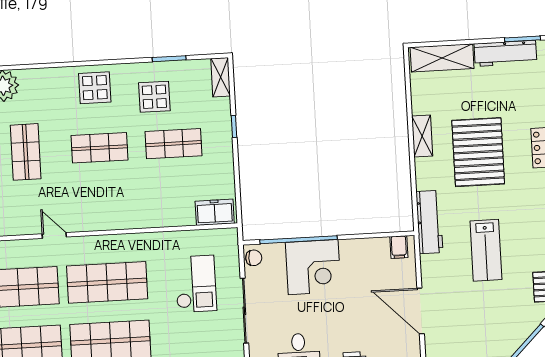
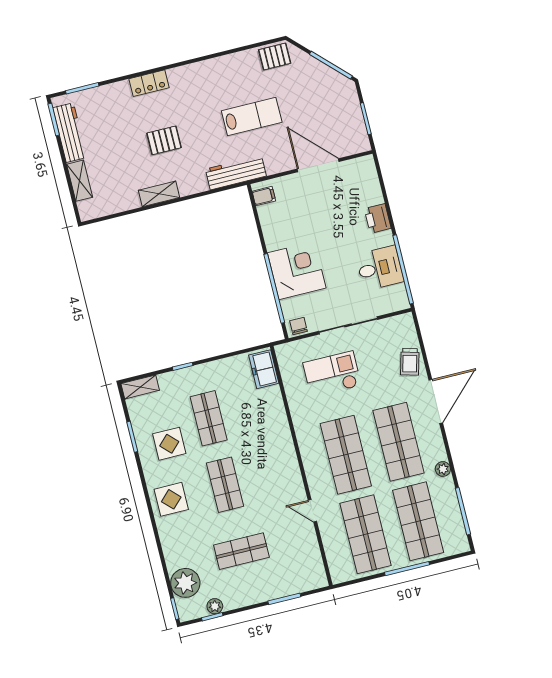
shelving: (442, 58) -> (80, 181), width x0.67, depth x0.75
pallet: (478, 152) -> (164, 140), width x0.49, depth x0.50
door: (54, 235) -> (312, 511), hinge flipped
door: (421, 311) -> (318, 165), swing flipped

